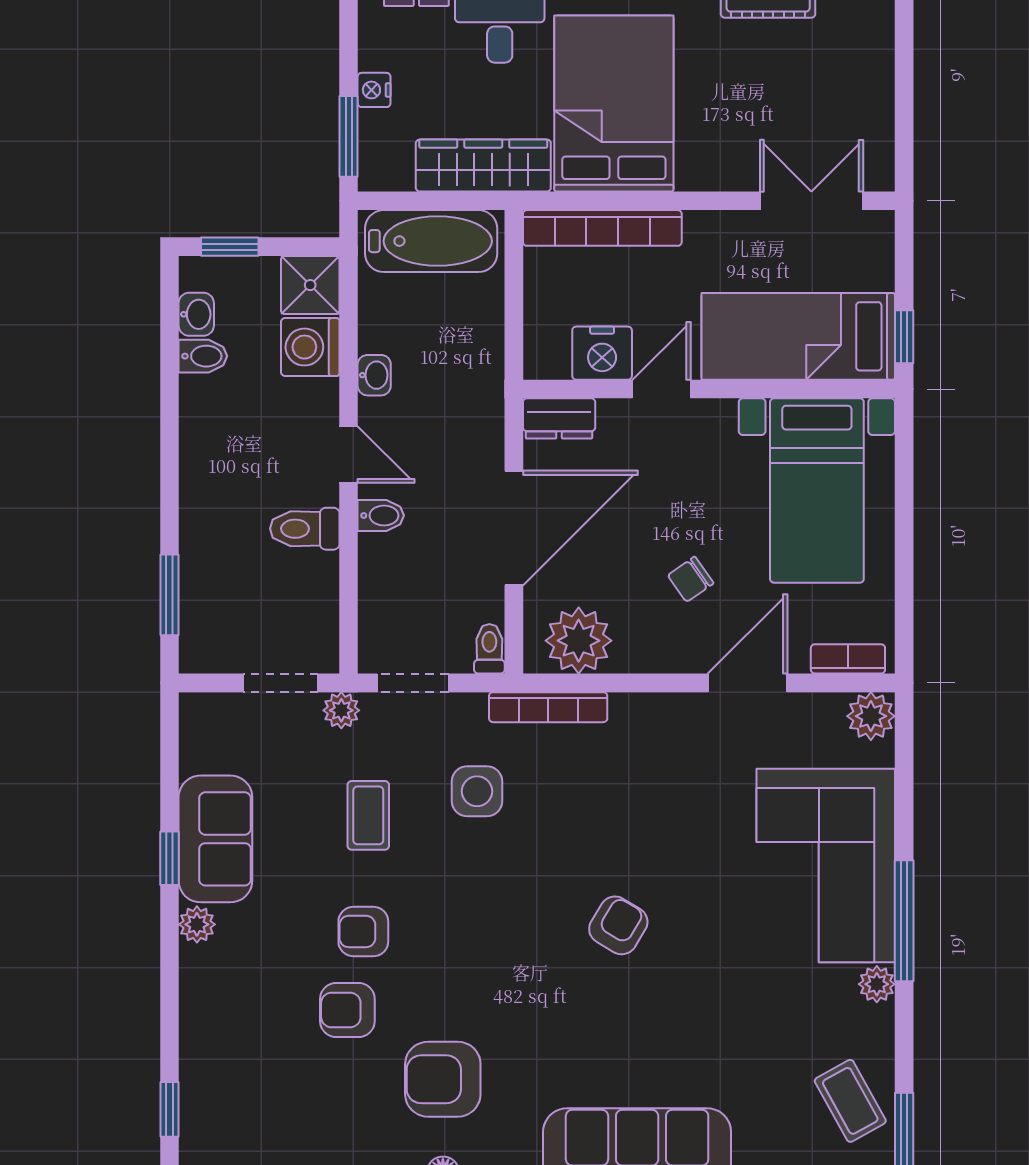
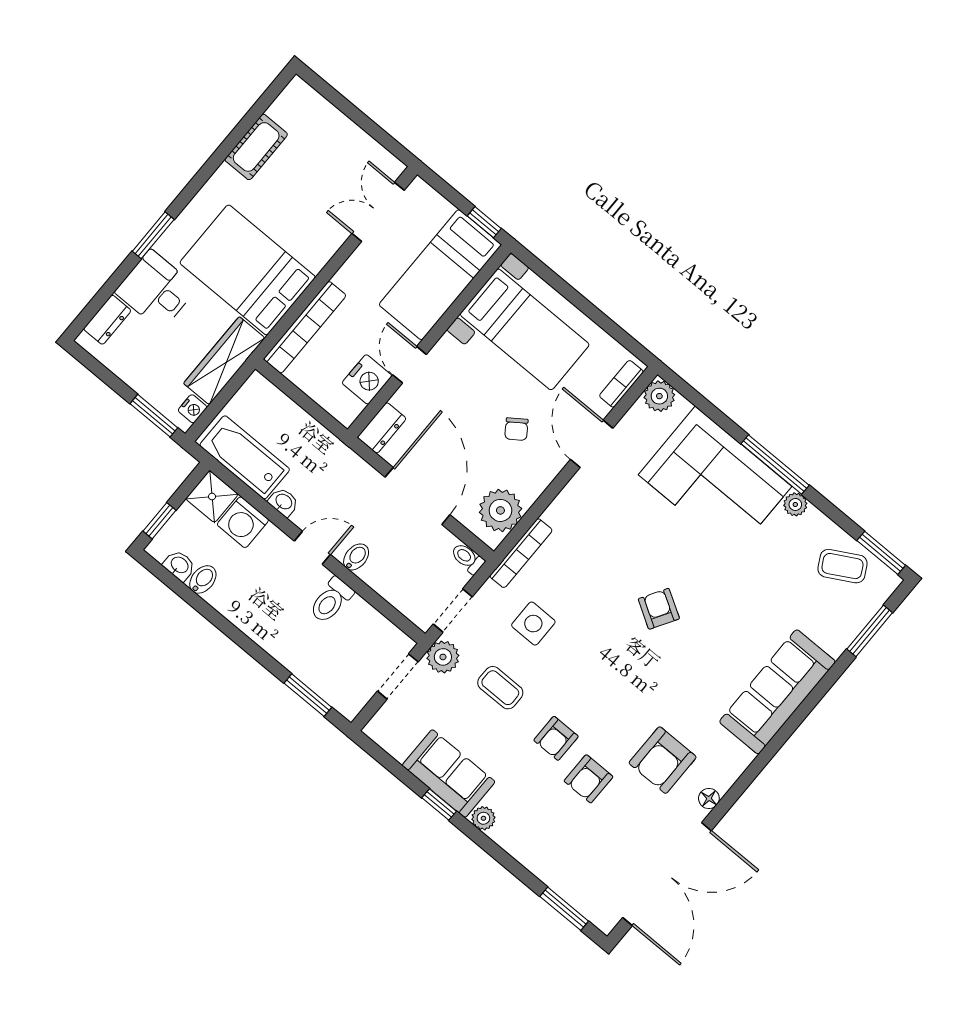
nightstand: (374, 90) -> (192, 409), moved, turned -90
bathtub: (431, 241) -> (245, 457), moved, turned -90
plant: (341, 710) -> (443, 657), width x1.38, depth x1.38
window: (170, 1109) -> (564, 909), width x1.50

